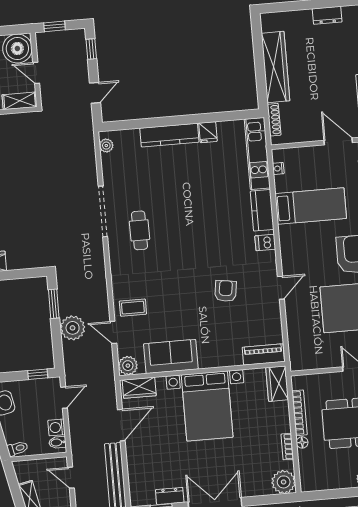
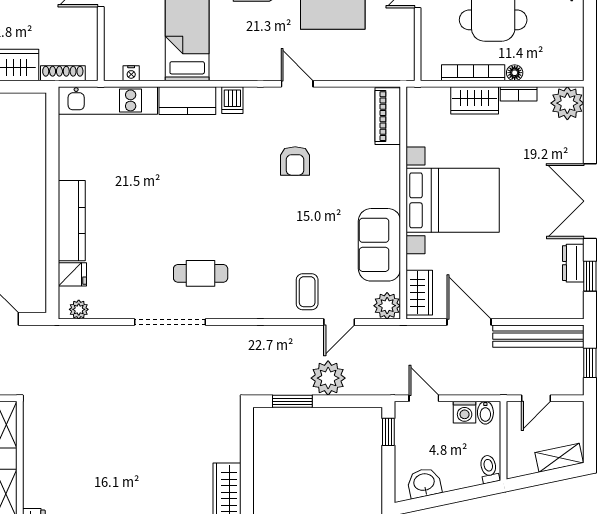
fridge: (208, 132) -> (72, 274), moved
armchair: (226, 291) -> (295, 161), turned -98
wardrobe: (277, 384) -> (475, 100), moved

